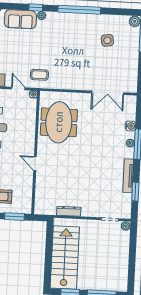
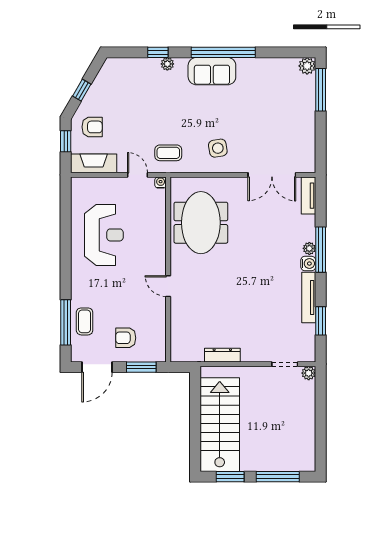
sofa: (20, 19) -> (212, 71), moved
side table: (107, 40) -> (218, 148), moved
tv unit: (131, 108) -> (308, 196), added
water cooler: (130, 126) -> (308, 264), moved

